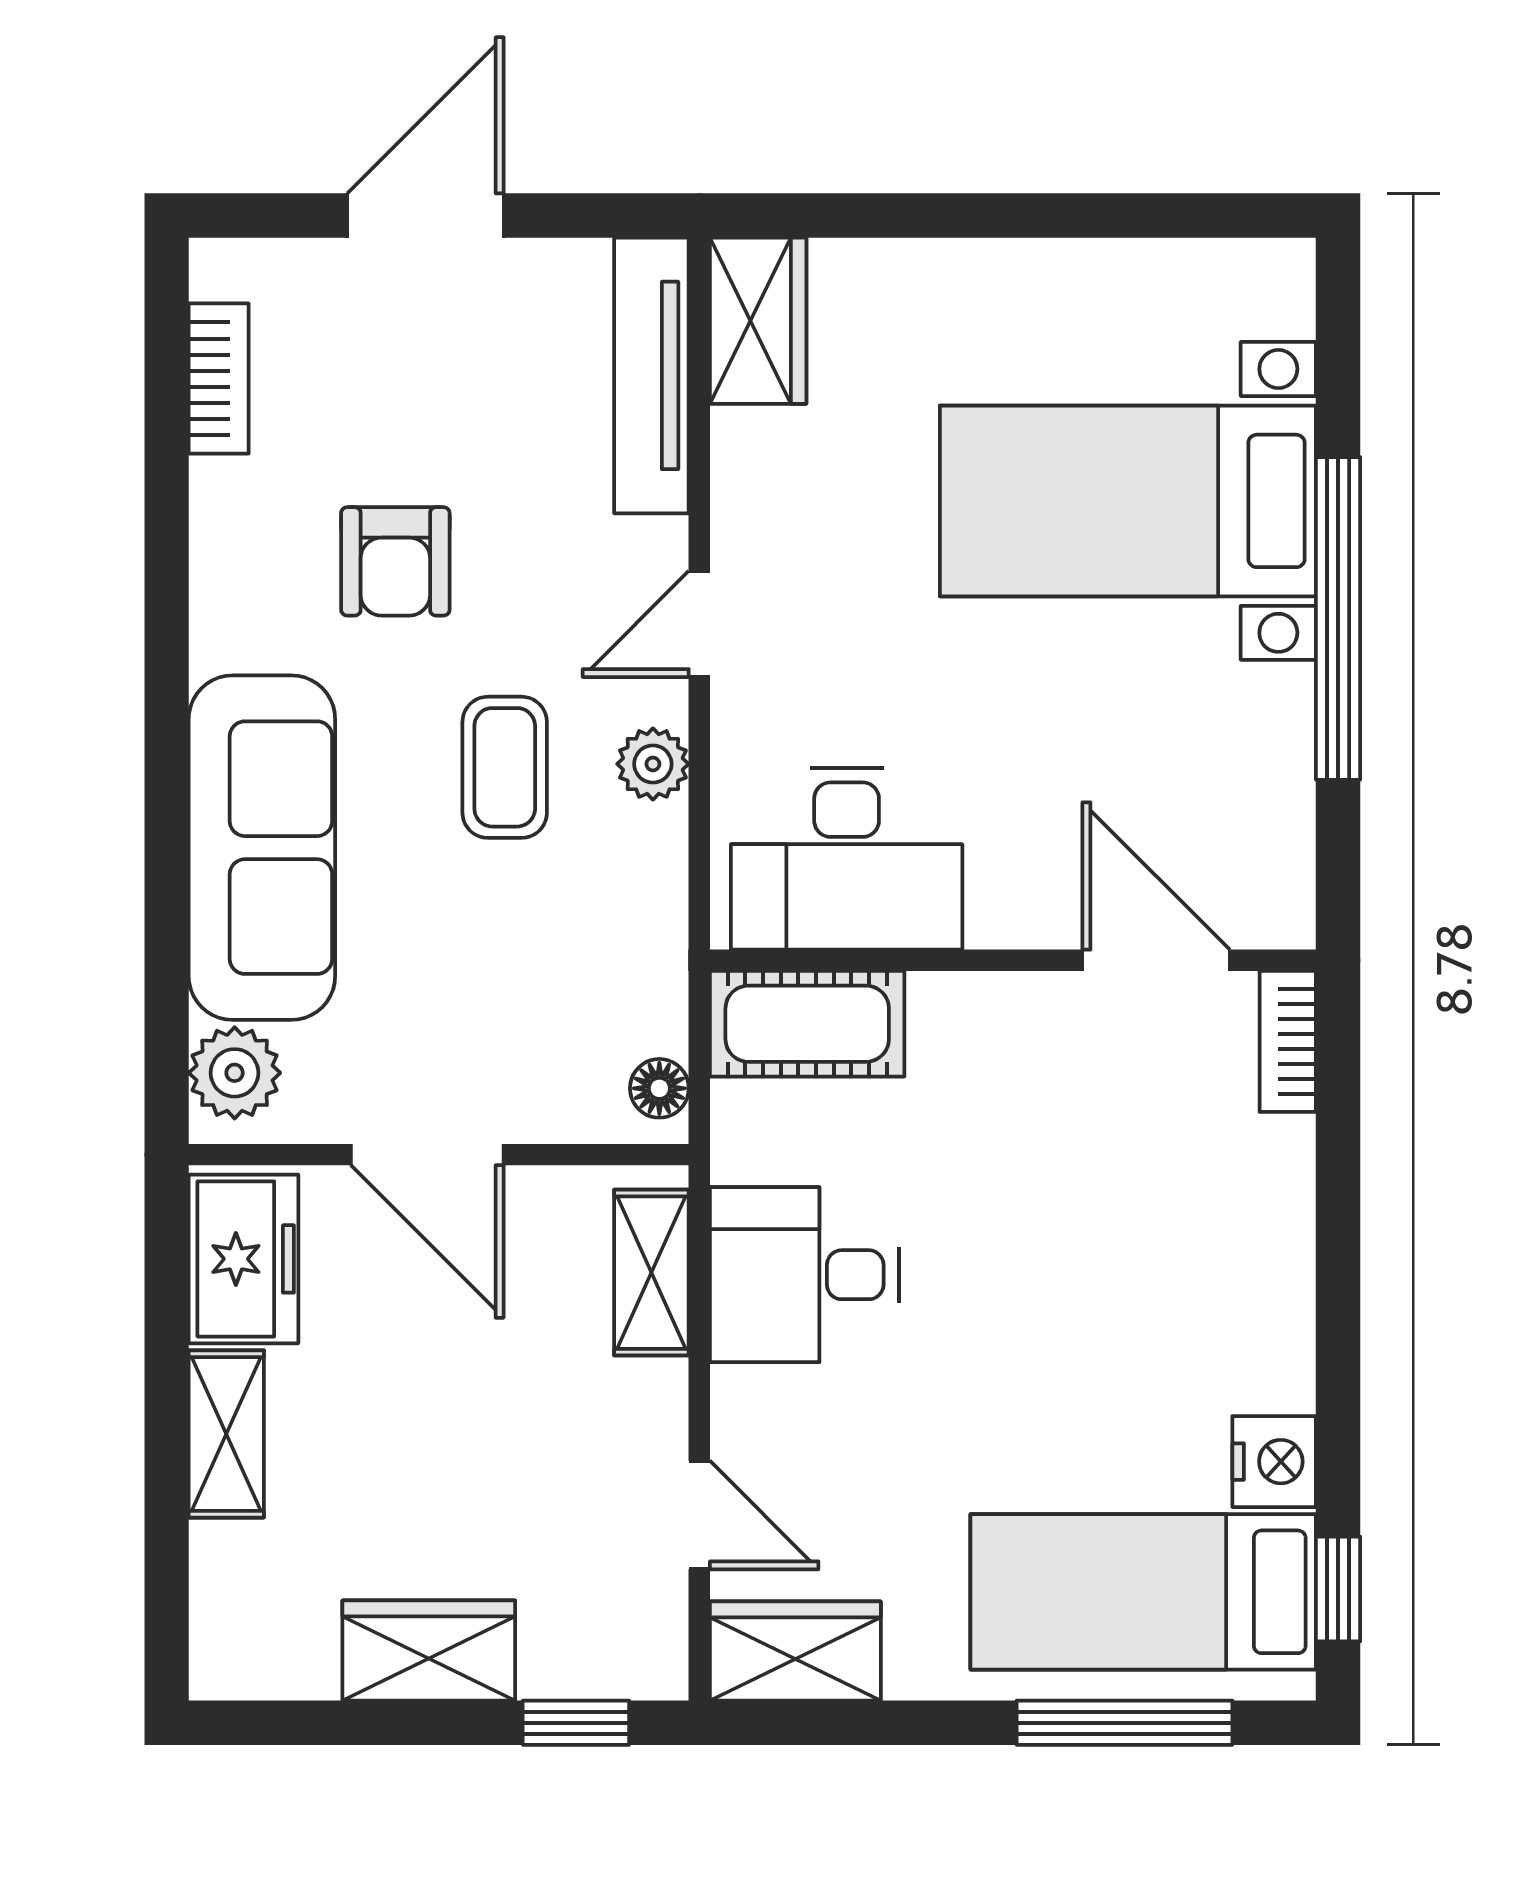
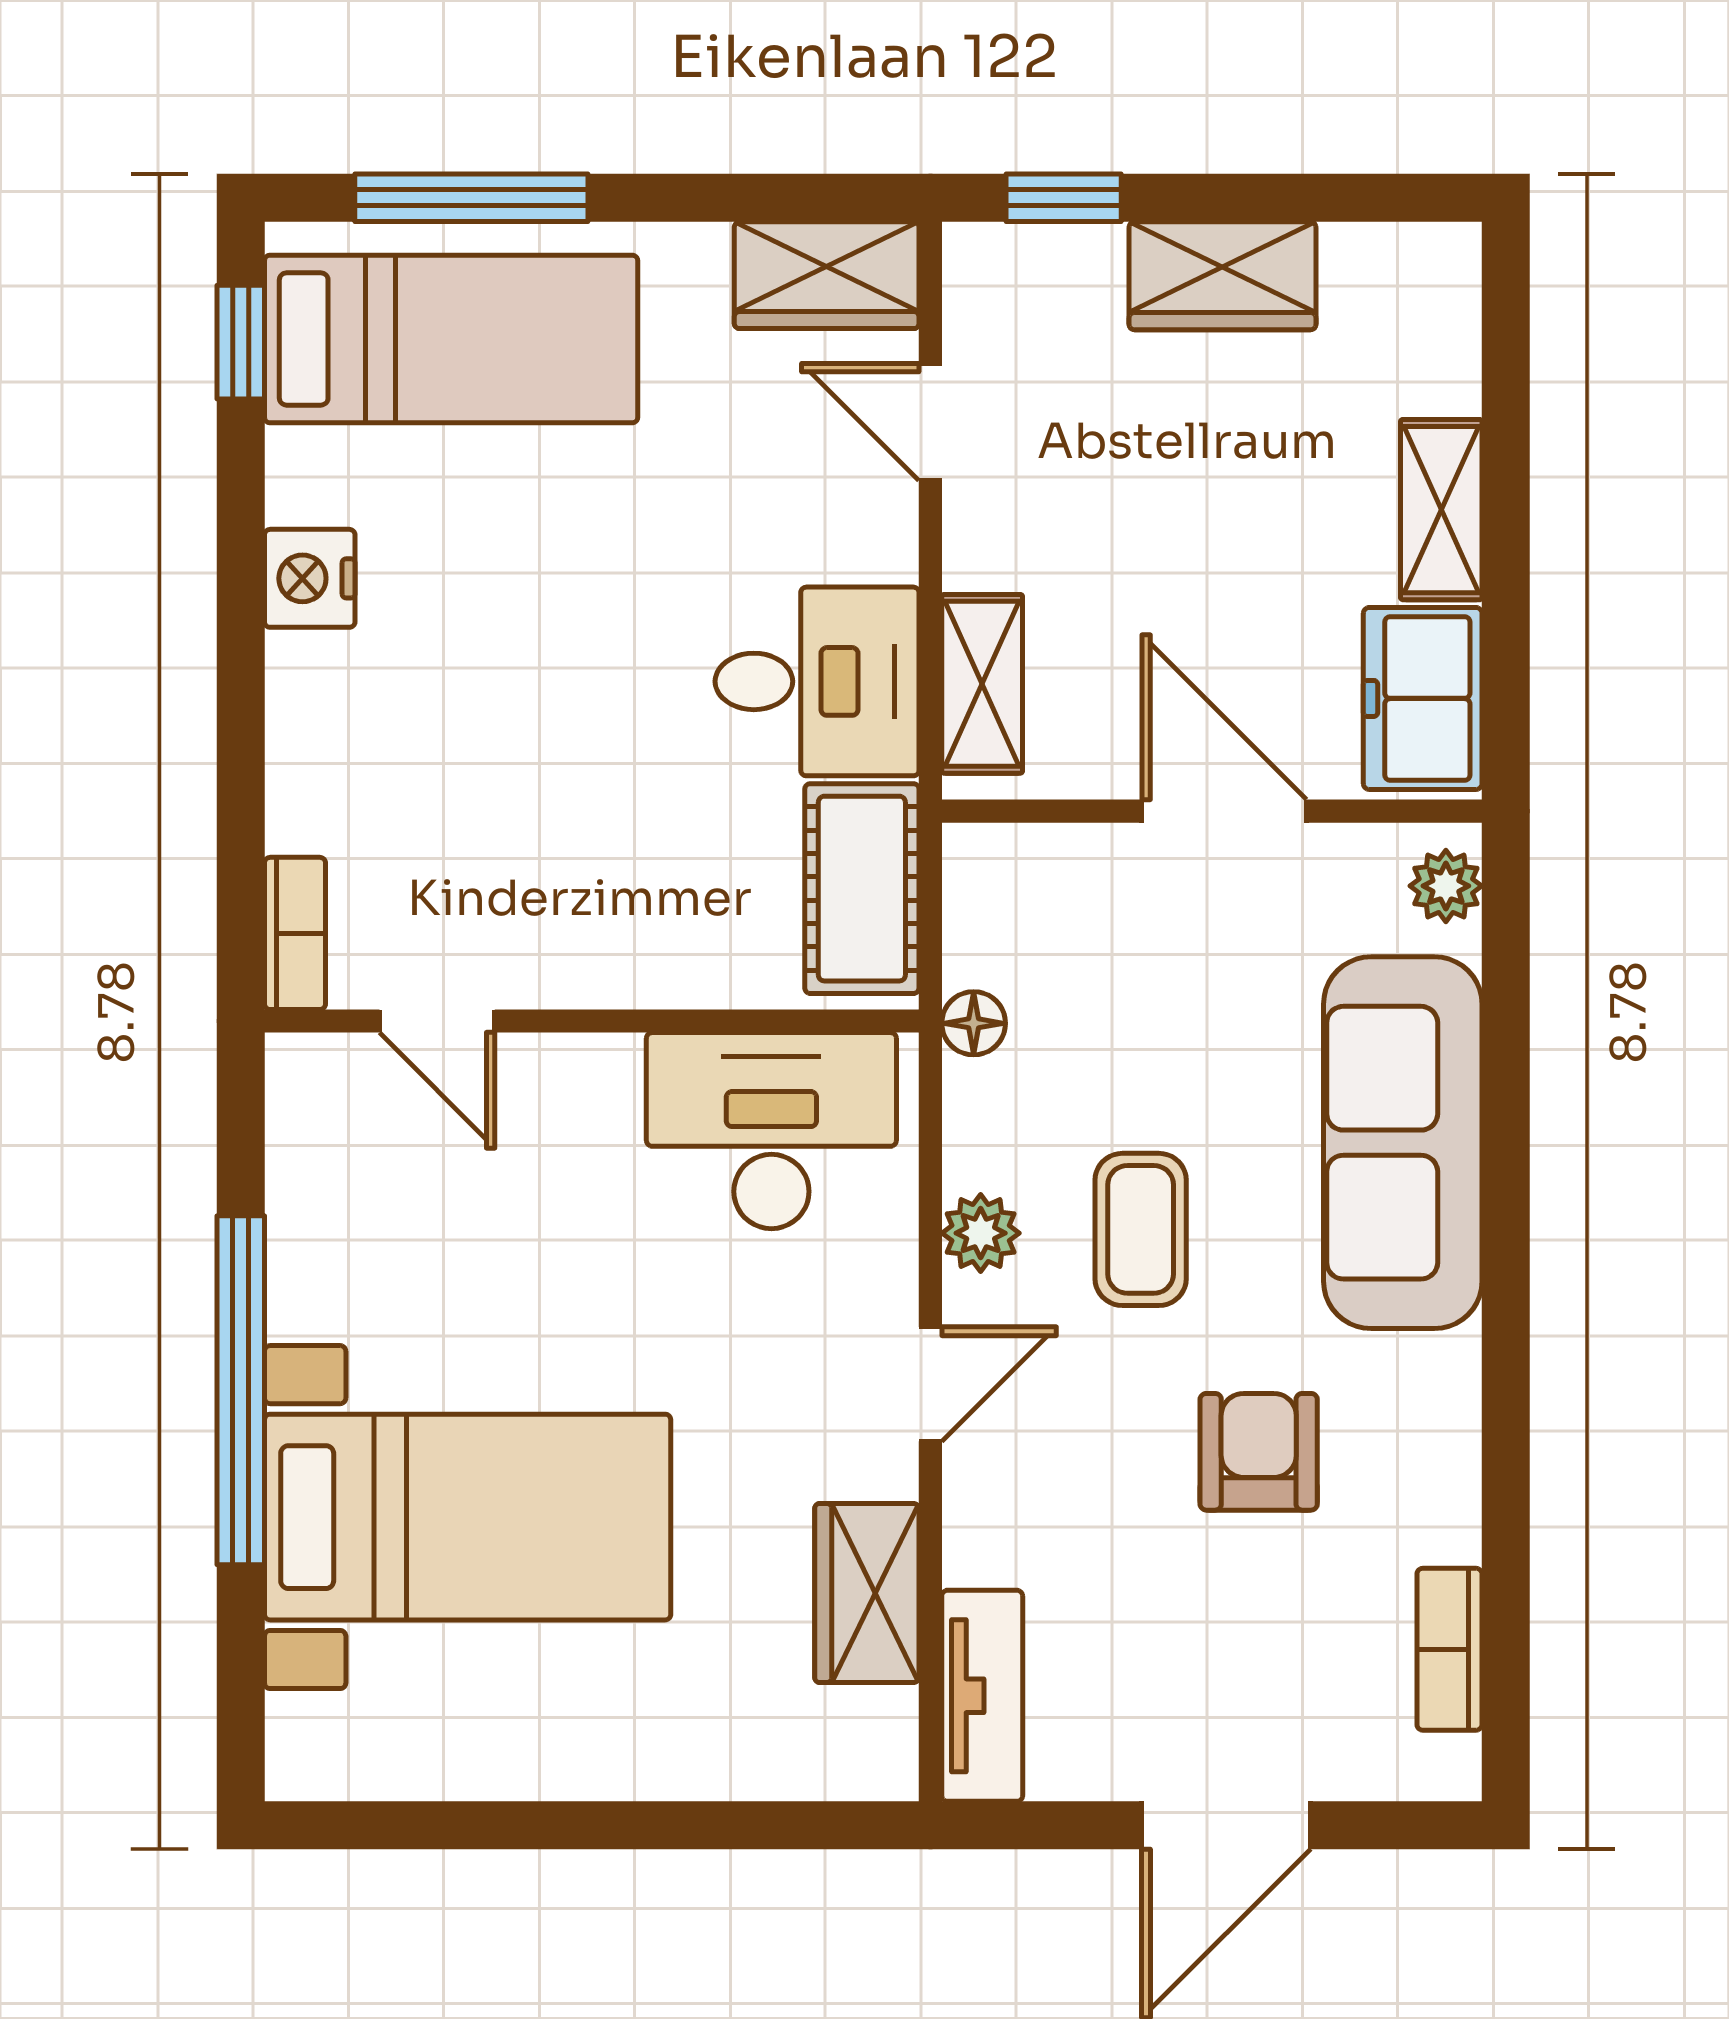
wardrobe: (758, 321) -> (867, 1593), moved
tv unit: (651, 375) -> (982, 1696), width x0.71
door: (1156, 960) -> (437, 1021), width x0.73
cot: (807, 1024) -> (862, 889), moved, turned 90
plant: (235, 1073) -> (1446, 886), width x0.73, depth x0.73
floor lamp: (659, 1088) -> (974, 1023), moved
nightstand: (1274, 1462) -> (310, 578), moved

